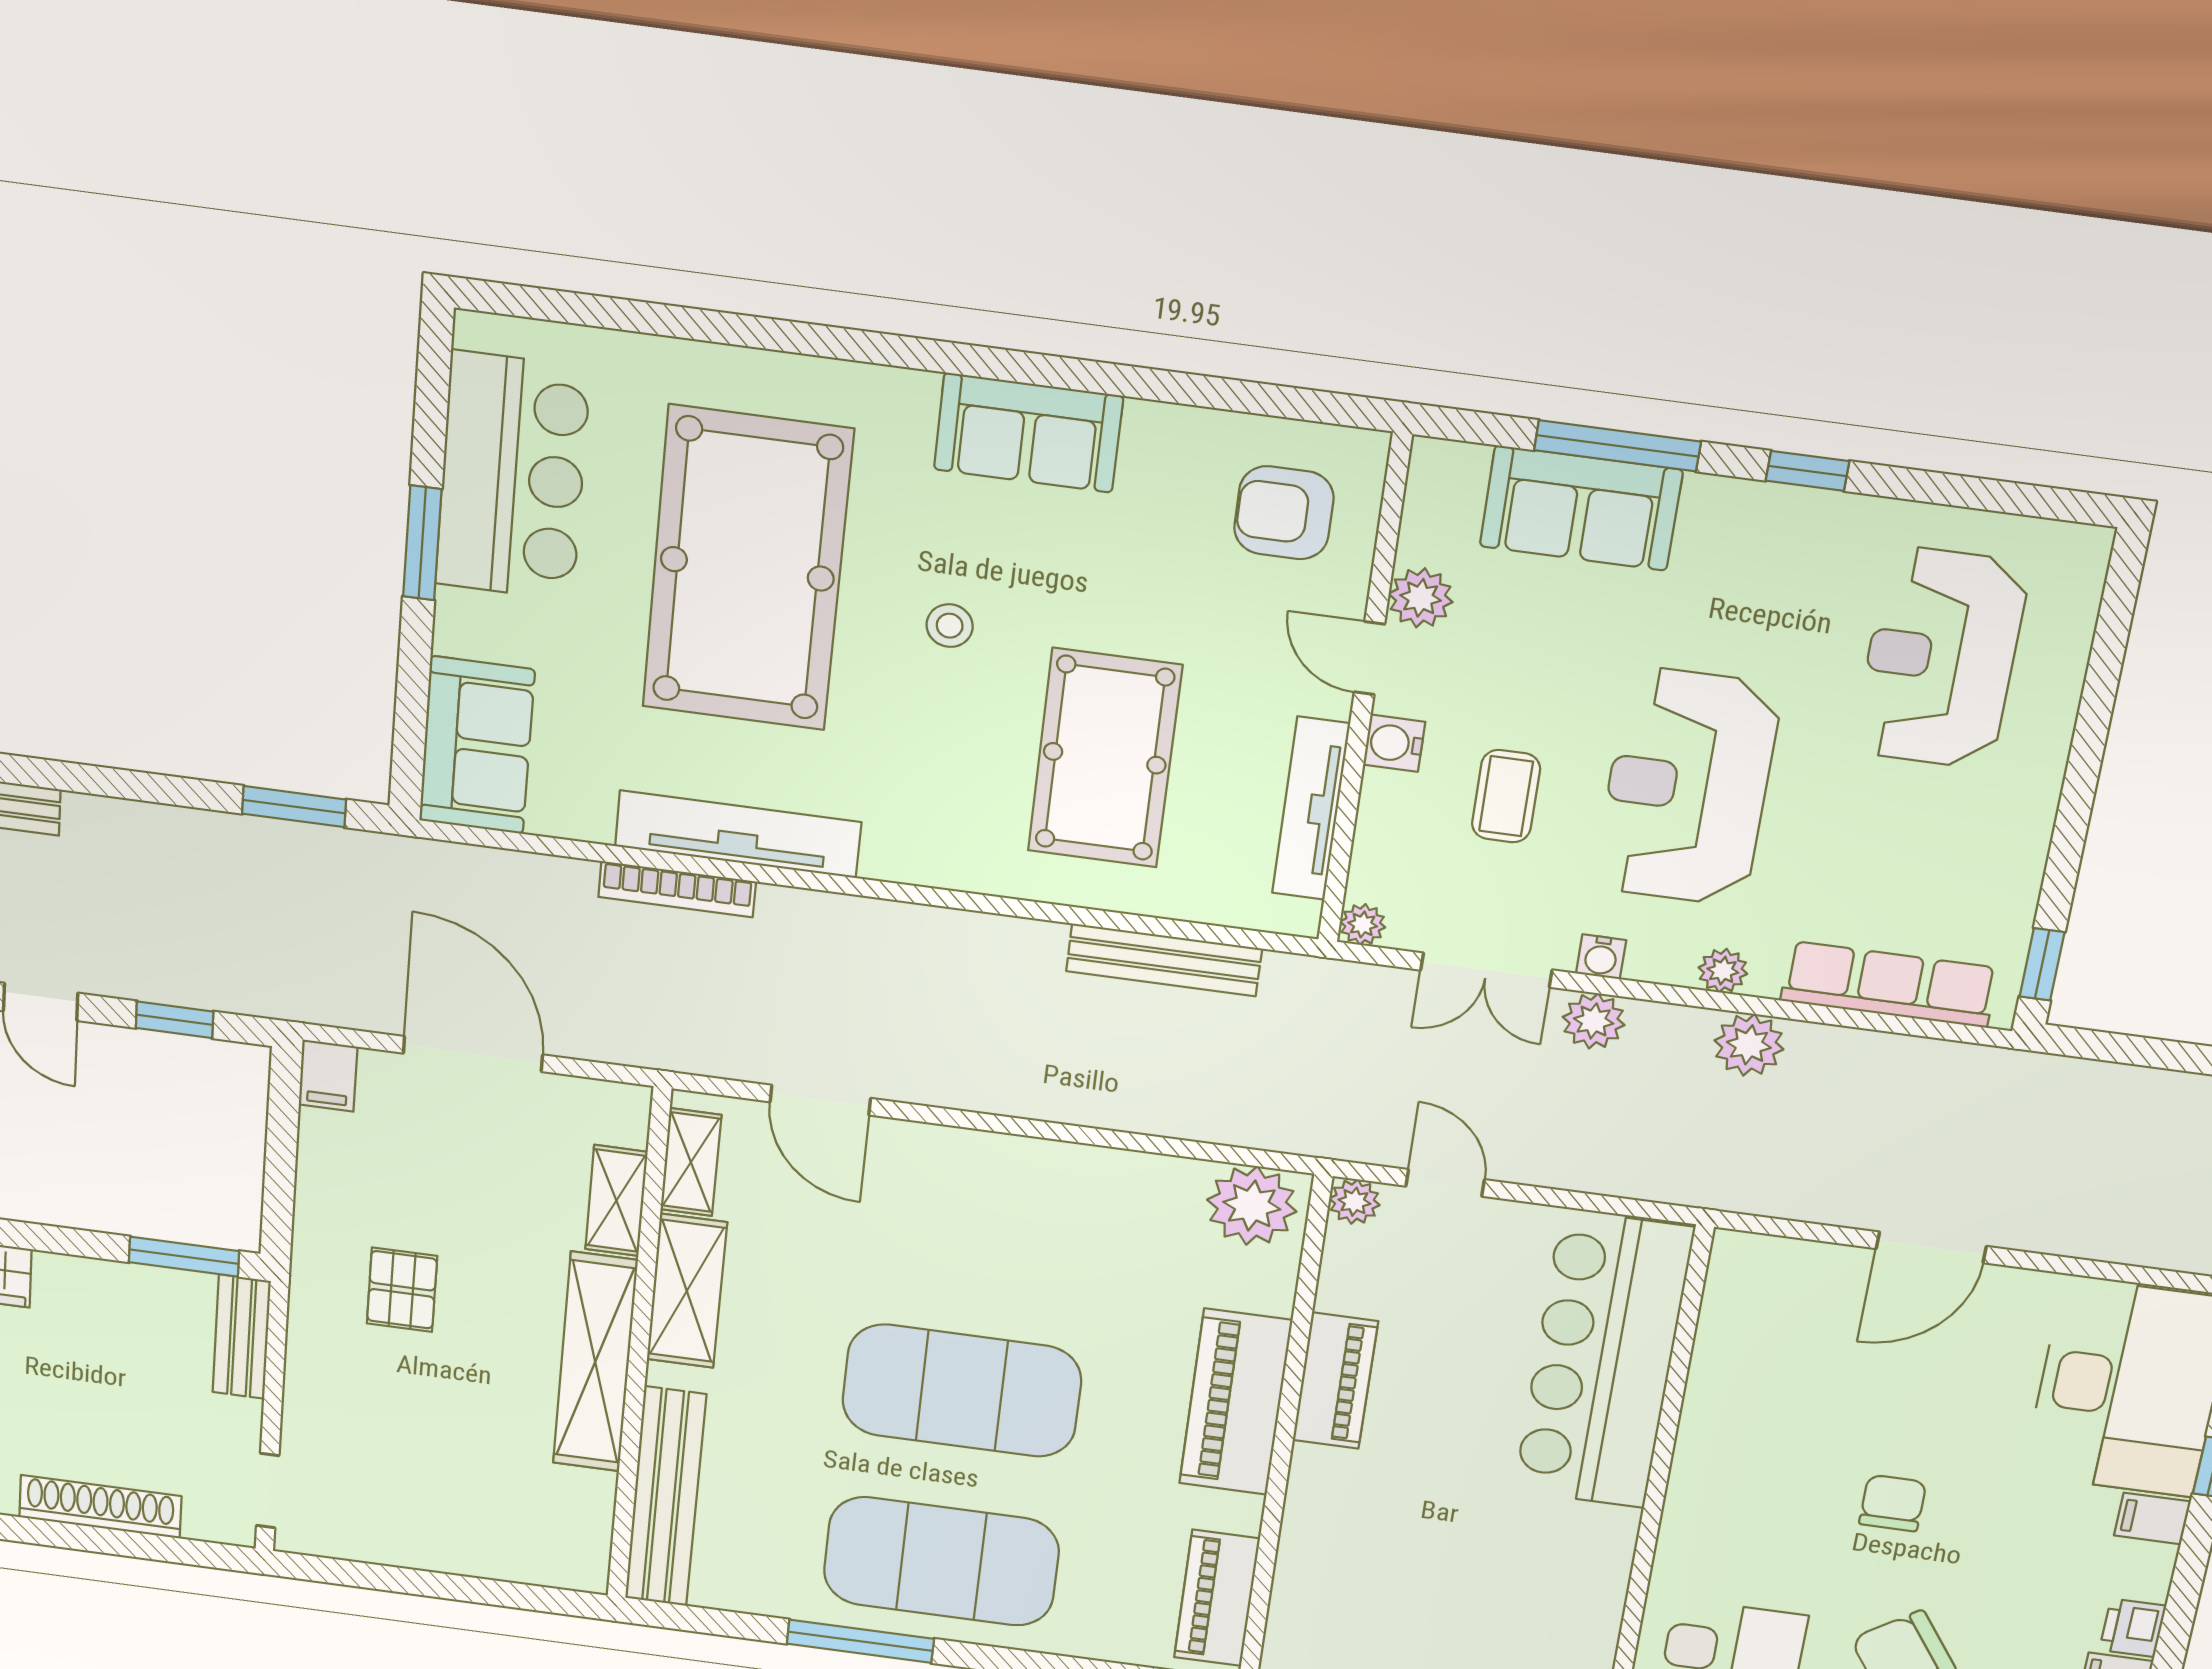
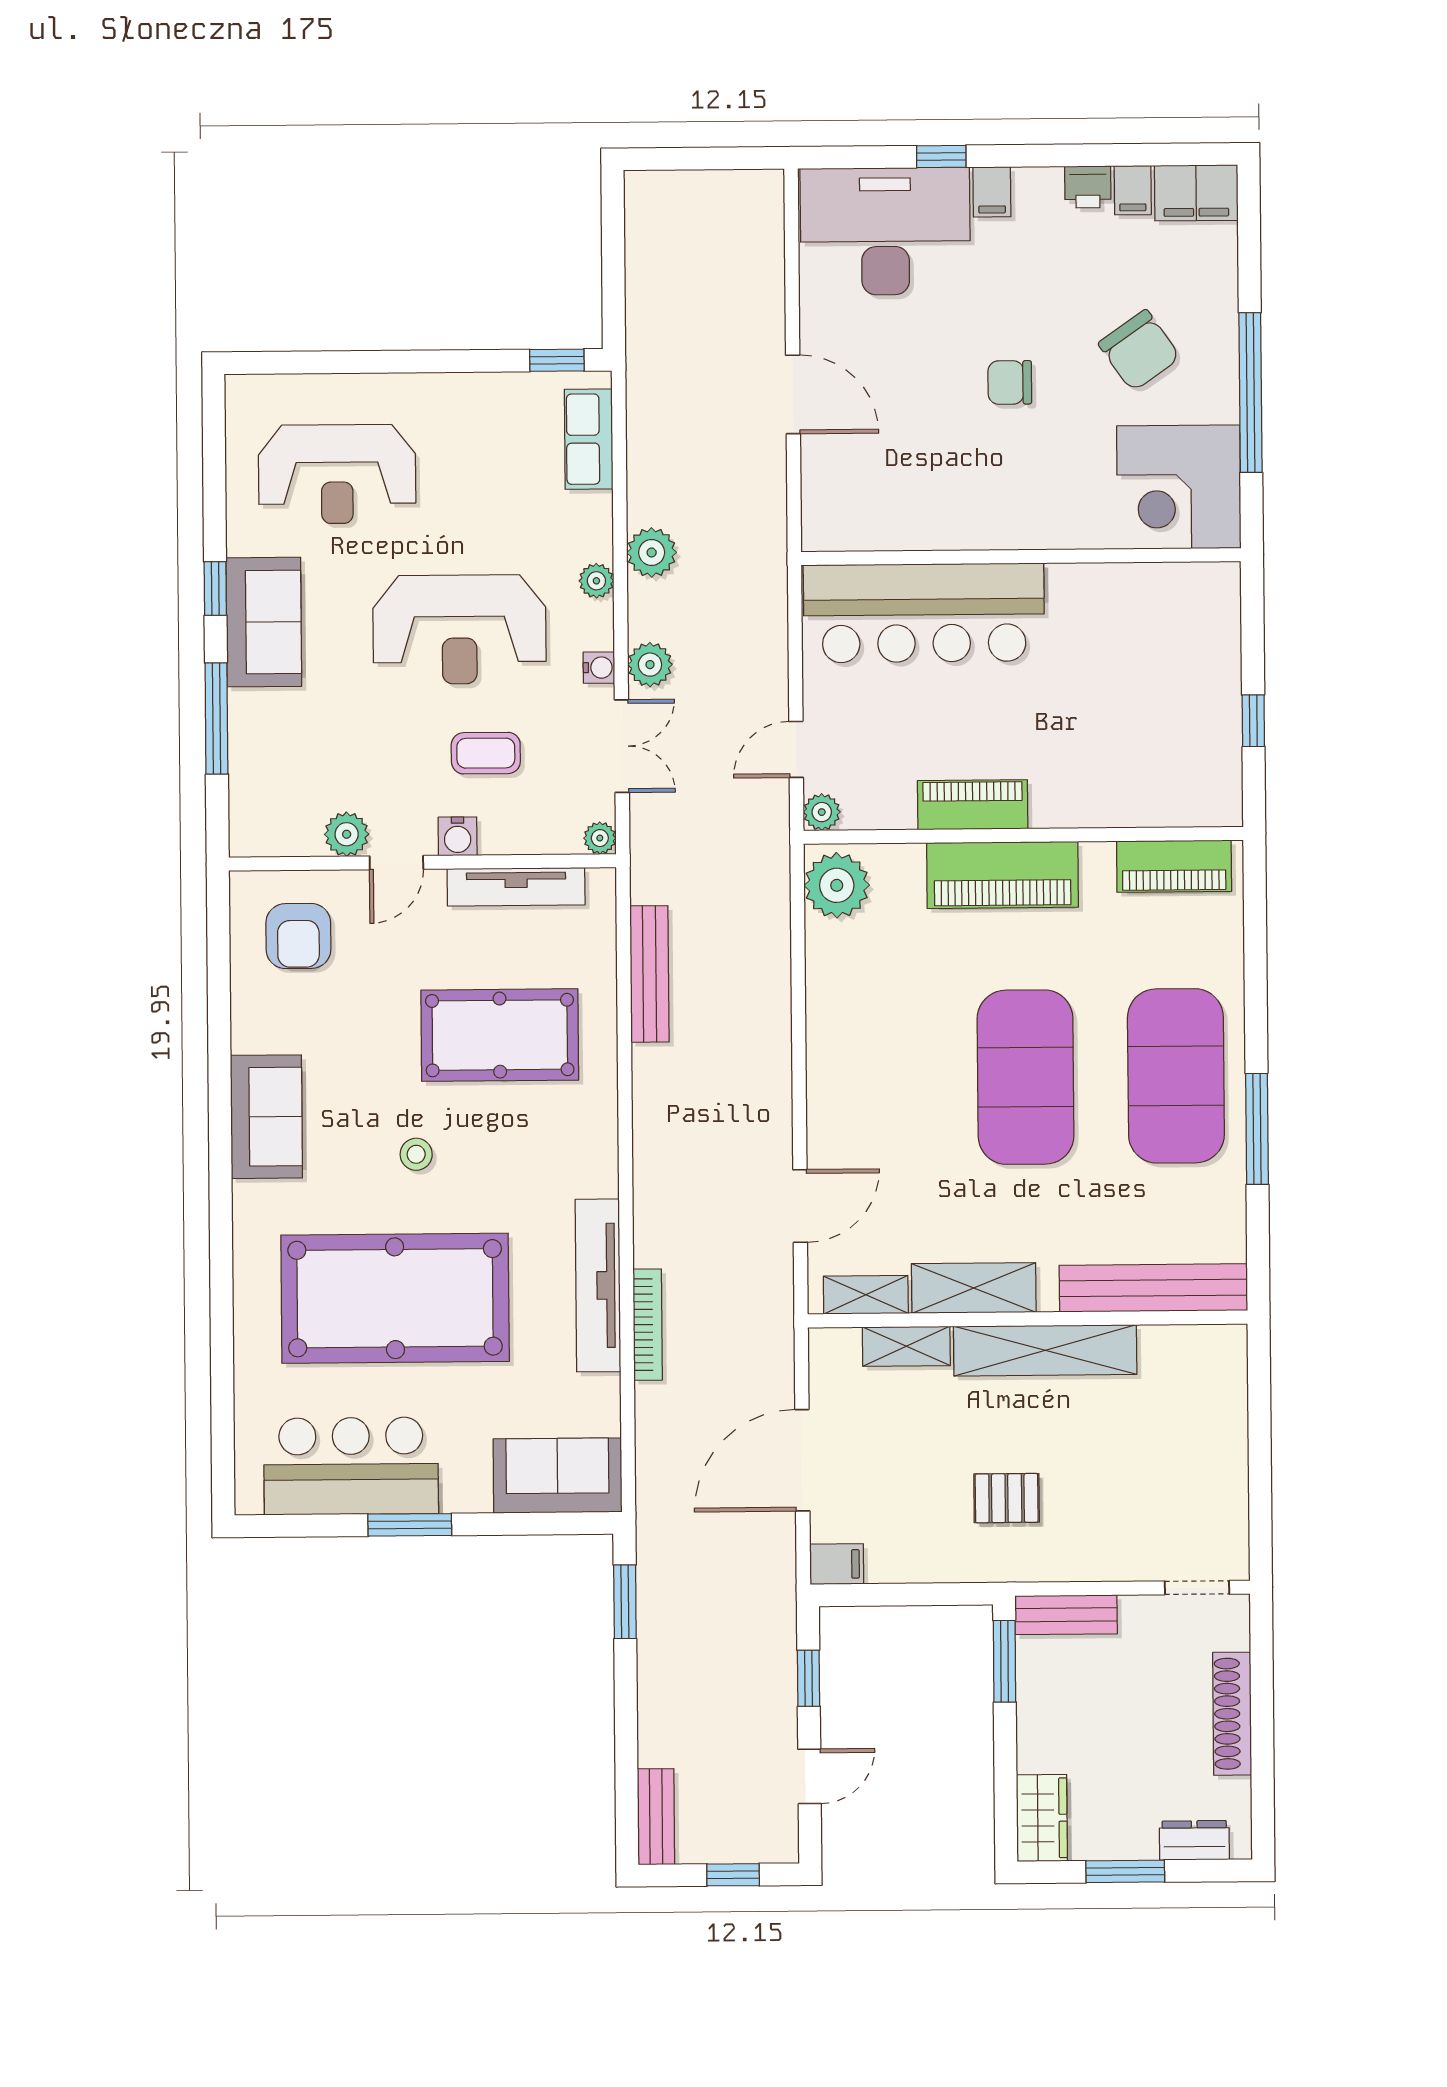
sofa: (1581, 508) -> (264, 622), moved
row of seats: (1889, 984) -> (589, 439), width x0.68

